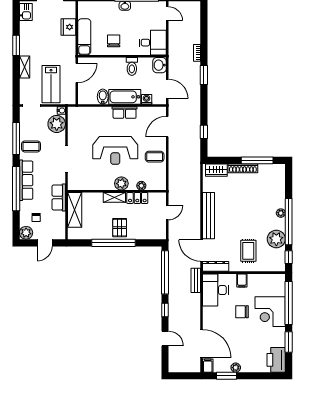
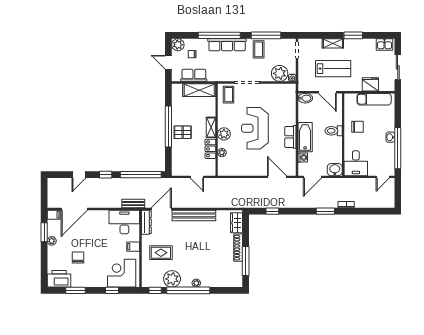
exam couch: (84, 37) -> (374, 99), moved
toilet: (132, 66) -> (334, 131), moved
lab bench: (51, 84) -> (333, 69), moved, turned 180
bidet: (103, 97) -> (305, 98), moved
coffee table: (155, 157) -> (229, 95), moved
row of seats: (59, 197) -> (194, 75), moved
window: (289, 303) -> (112, 290), width x0.32
chair: (242, 312) -> (78, 258), moved
corner desk: (270, 312) -> (122, 273), moved

